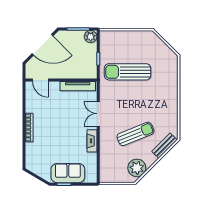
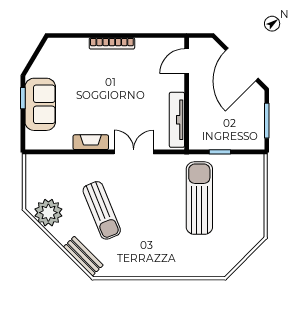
plant: (91, 37) -> (255, 140), removed

